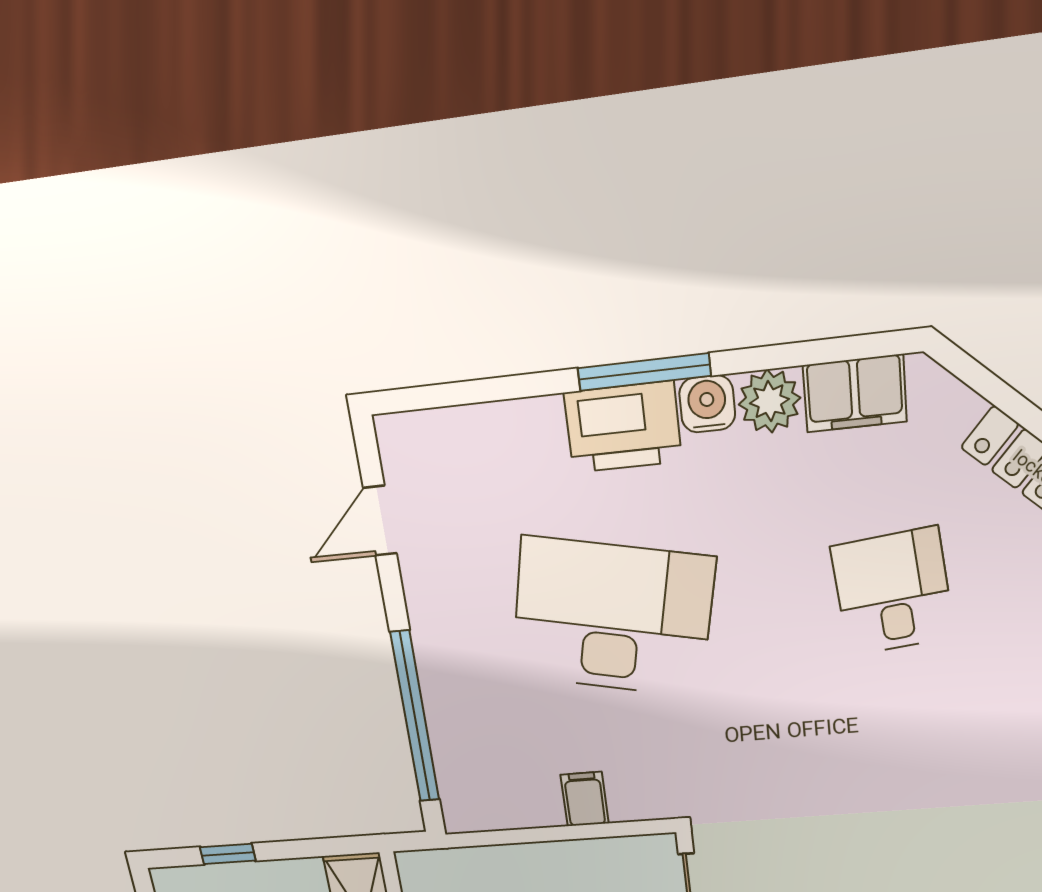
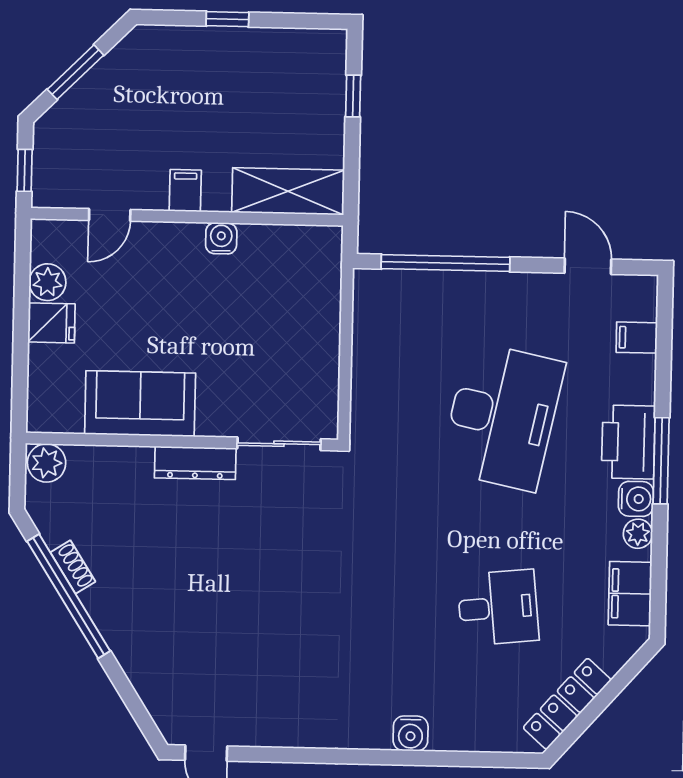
plant: (769, 401) -> (638, 534), width x0.73, depth x0.73
filing cabinet: (585, 799) -> (637, 338), moved, turned 180

